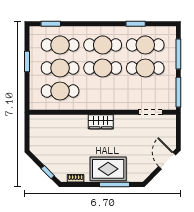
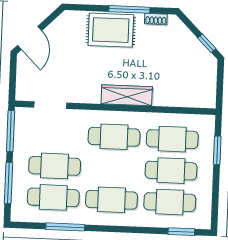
window: (136, 24) -> (65, 227), width x1.44
window: (27, 62) -> (217, 150), moved
cafe table: (103, 68) -> (114, 137), moved
wardrobe: (101, 122) -> (127, 95), width x1.50
window: (48, 172) -> (207, 43), moved
window: (114, 184) -> (129, 9), moved

